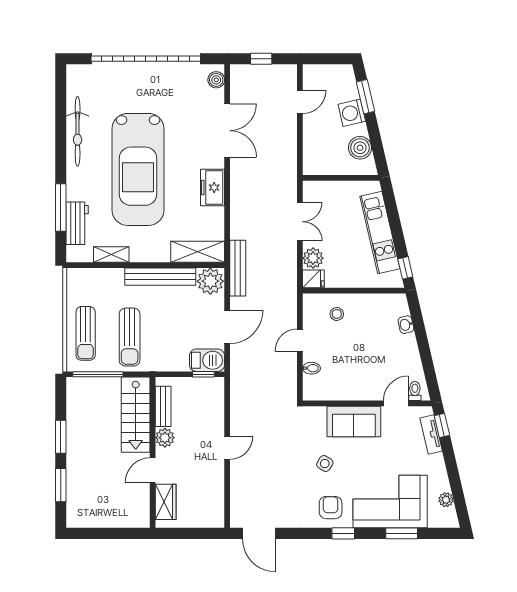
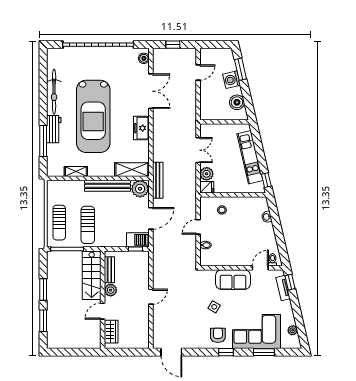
workbench: (77, 223) -> (54, 129), moved

